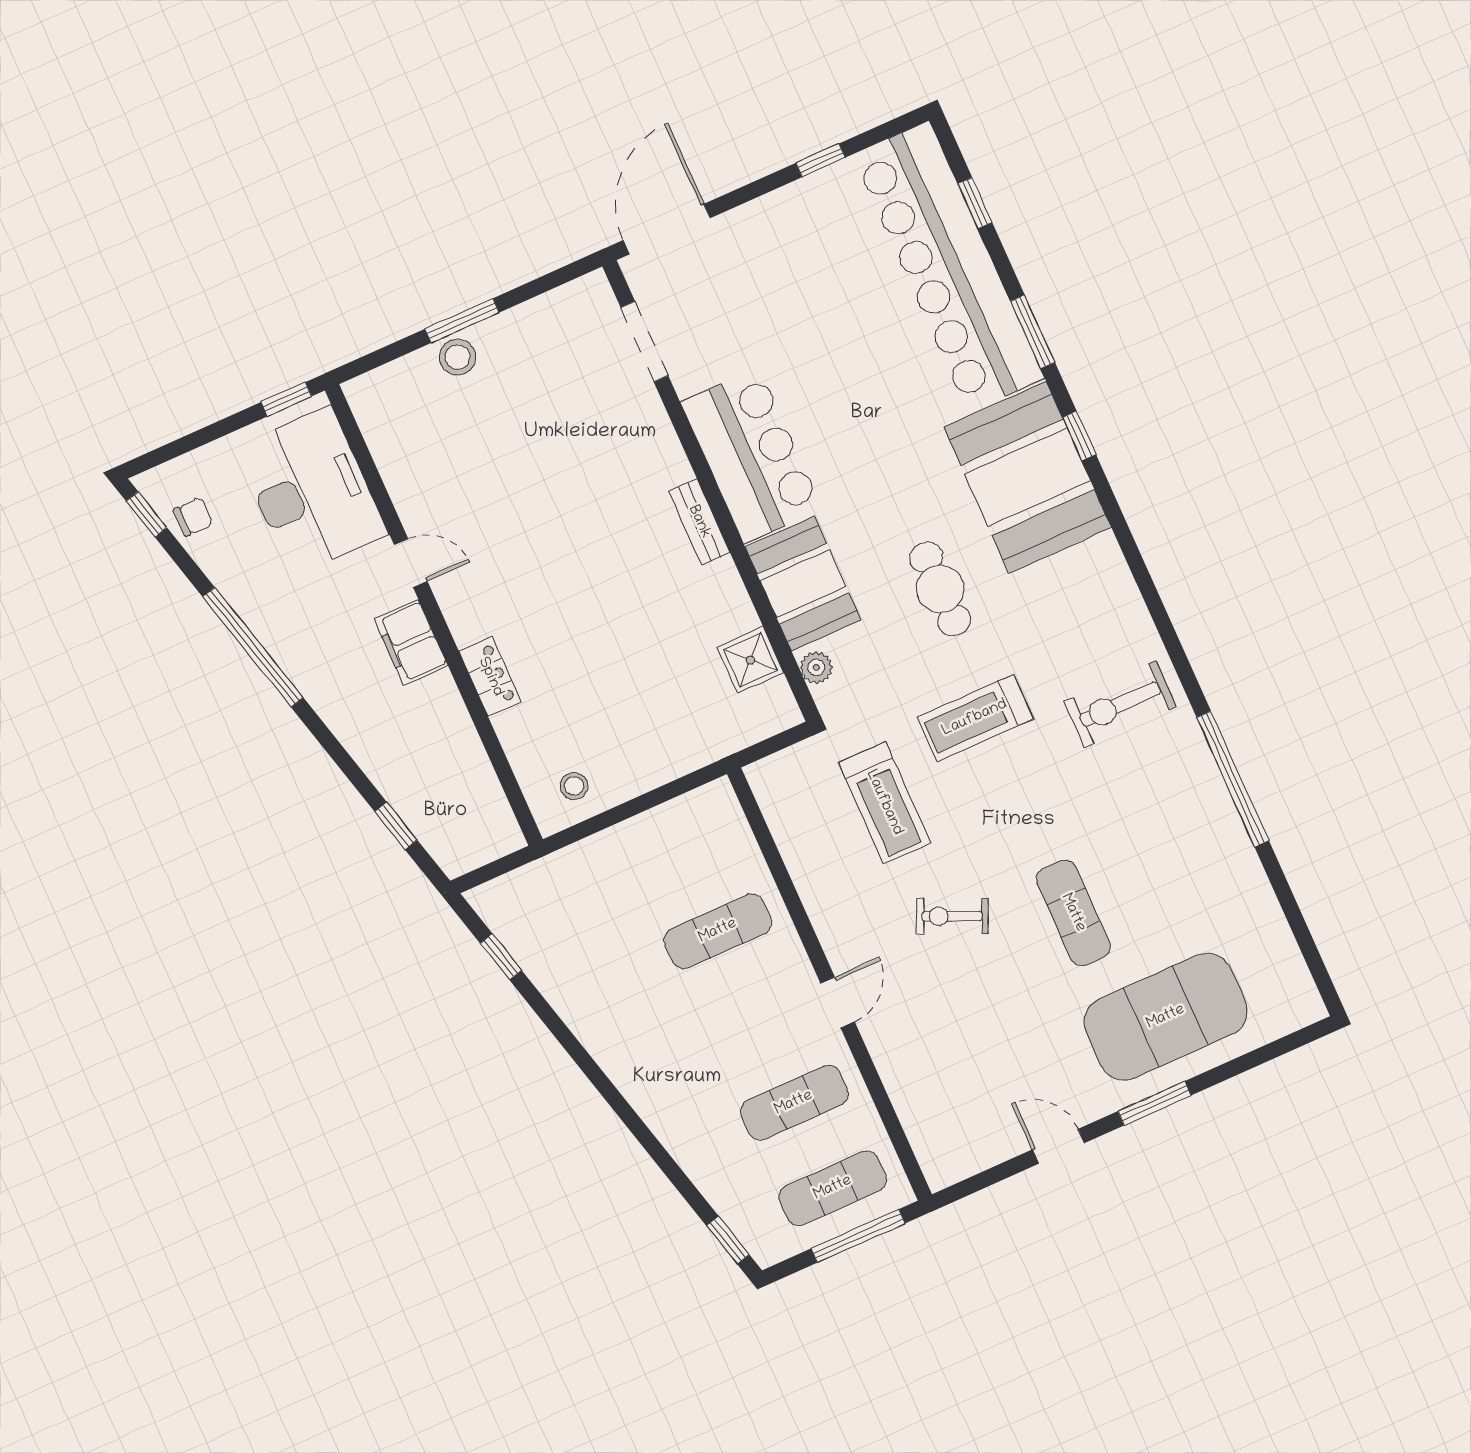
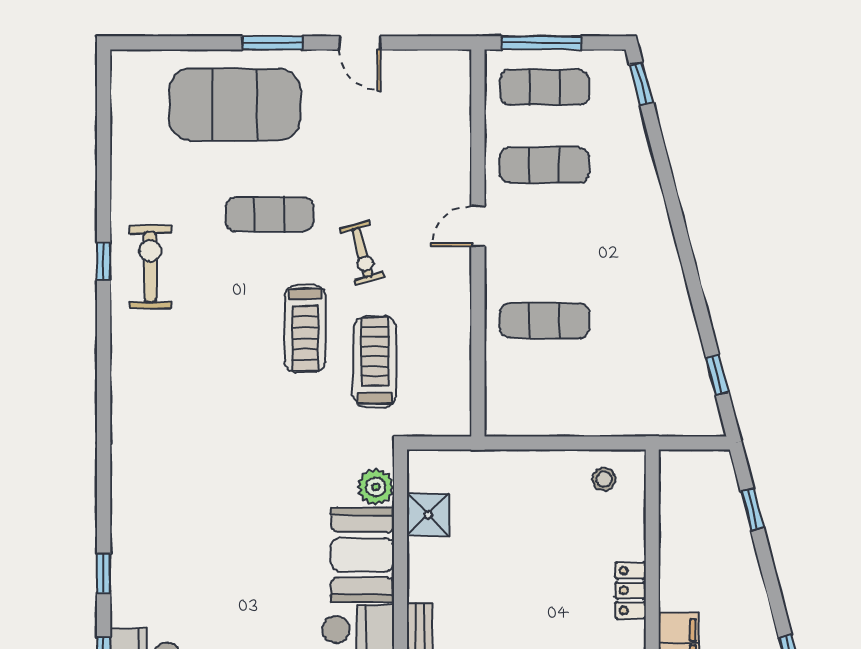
booth: (1028, 477) -> (157, 559), removed
cafe table: (940, 589) -> (261, 504), removed
plant: (816, 667) -> (376, 487), width x1.38, depth x1.38
exercise bike: (1120, 704) -> (150, 267), moved, turned -90
treadmill: (975, 718) -> (305, 329), moved, turned 90
window: (1233, 779) -> (104, 262), width x0.32
exercise mat: (1073, 913) -> (269, 214), turned 90
exercise bike: (952, 916) -> (362, 253), turned 51

